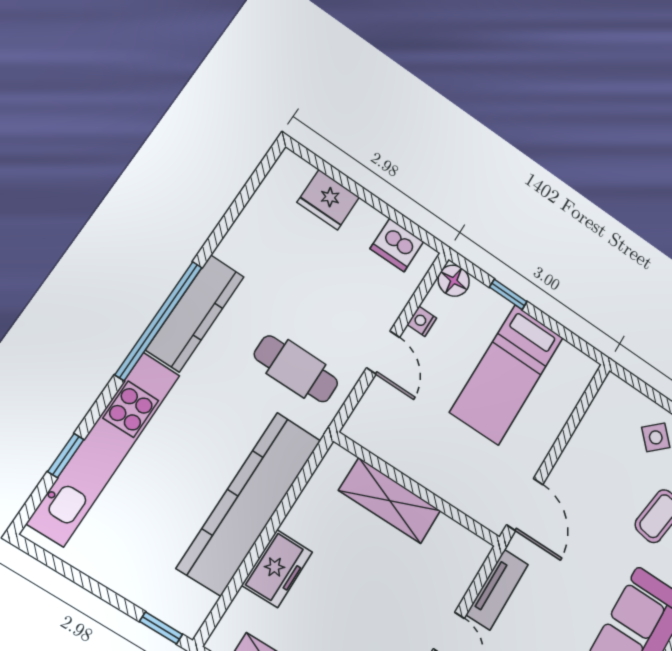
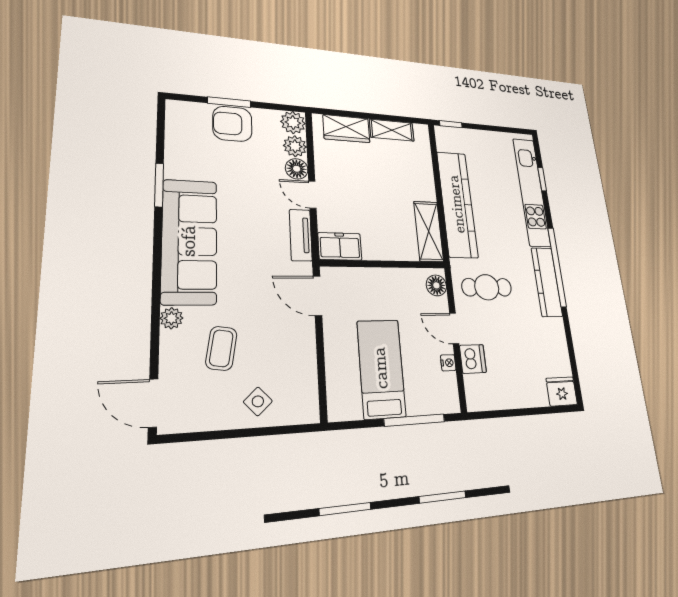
fridge: (328, 200) -> (562, 391), moved
dishwasher: (397, 245) -> (473, 359), moved, turned 90
floor lamp: (454, 281) -> (436, 285), moved
window: (508, 294) -> (414, 420), width x2.17
shelving: (390, 501) -> (429, 231), moved, turned 90
freezer: (277, 569) -> (340, 246), moved, turned 90

